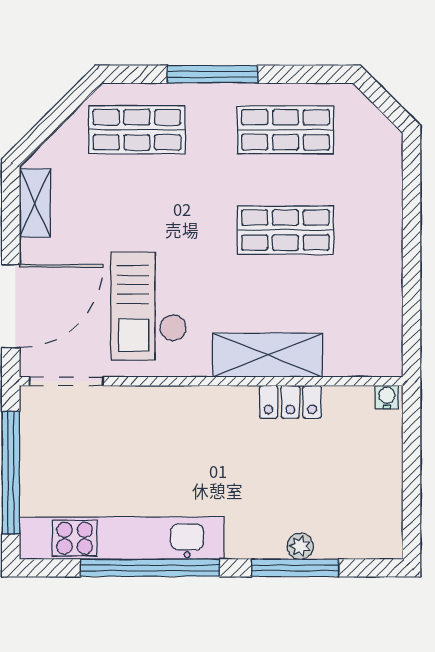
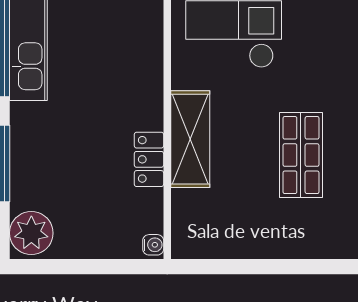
plant: (300, 546) -> (31, 233), moved, width x1.88, depth x1.88

